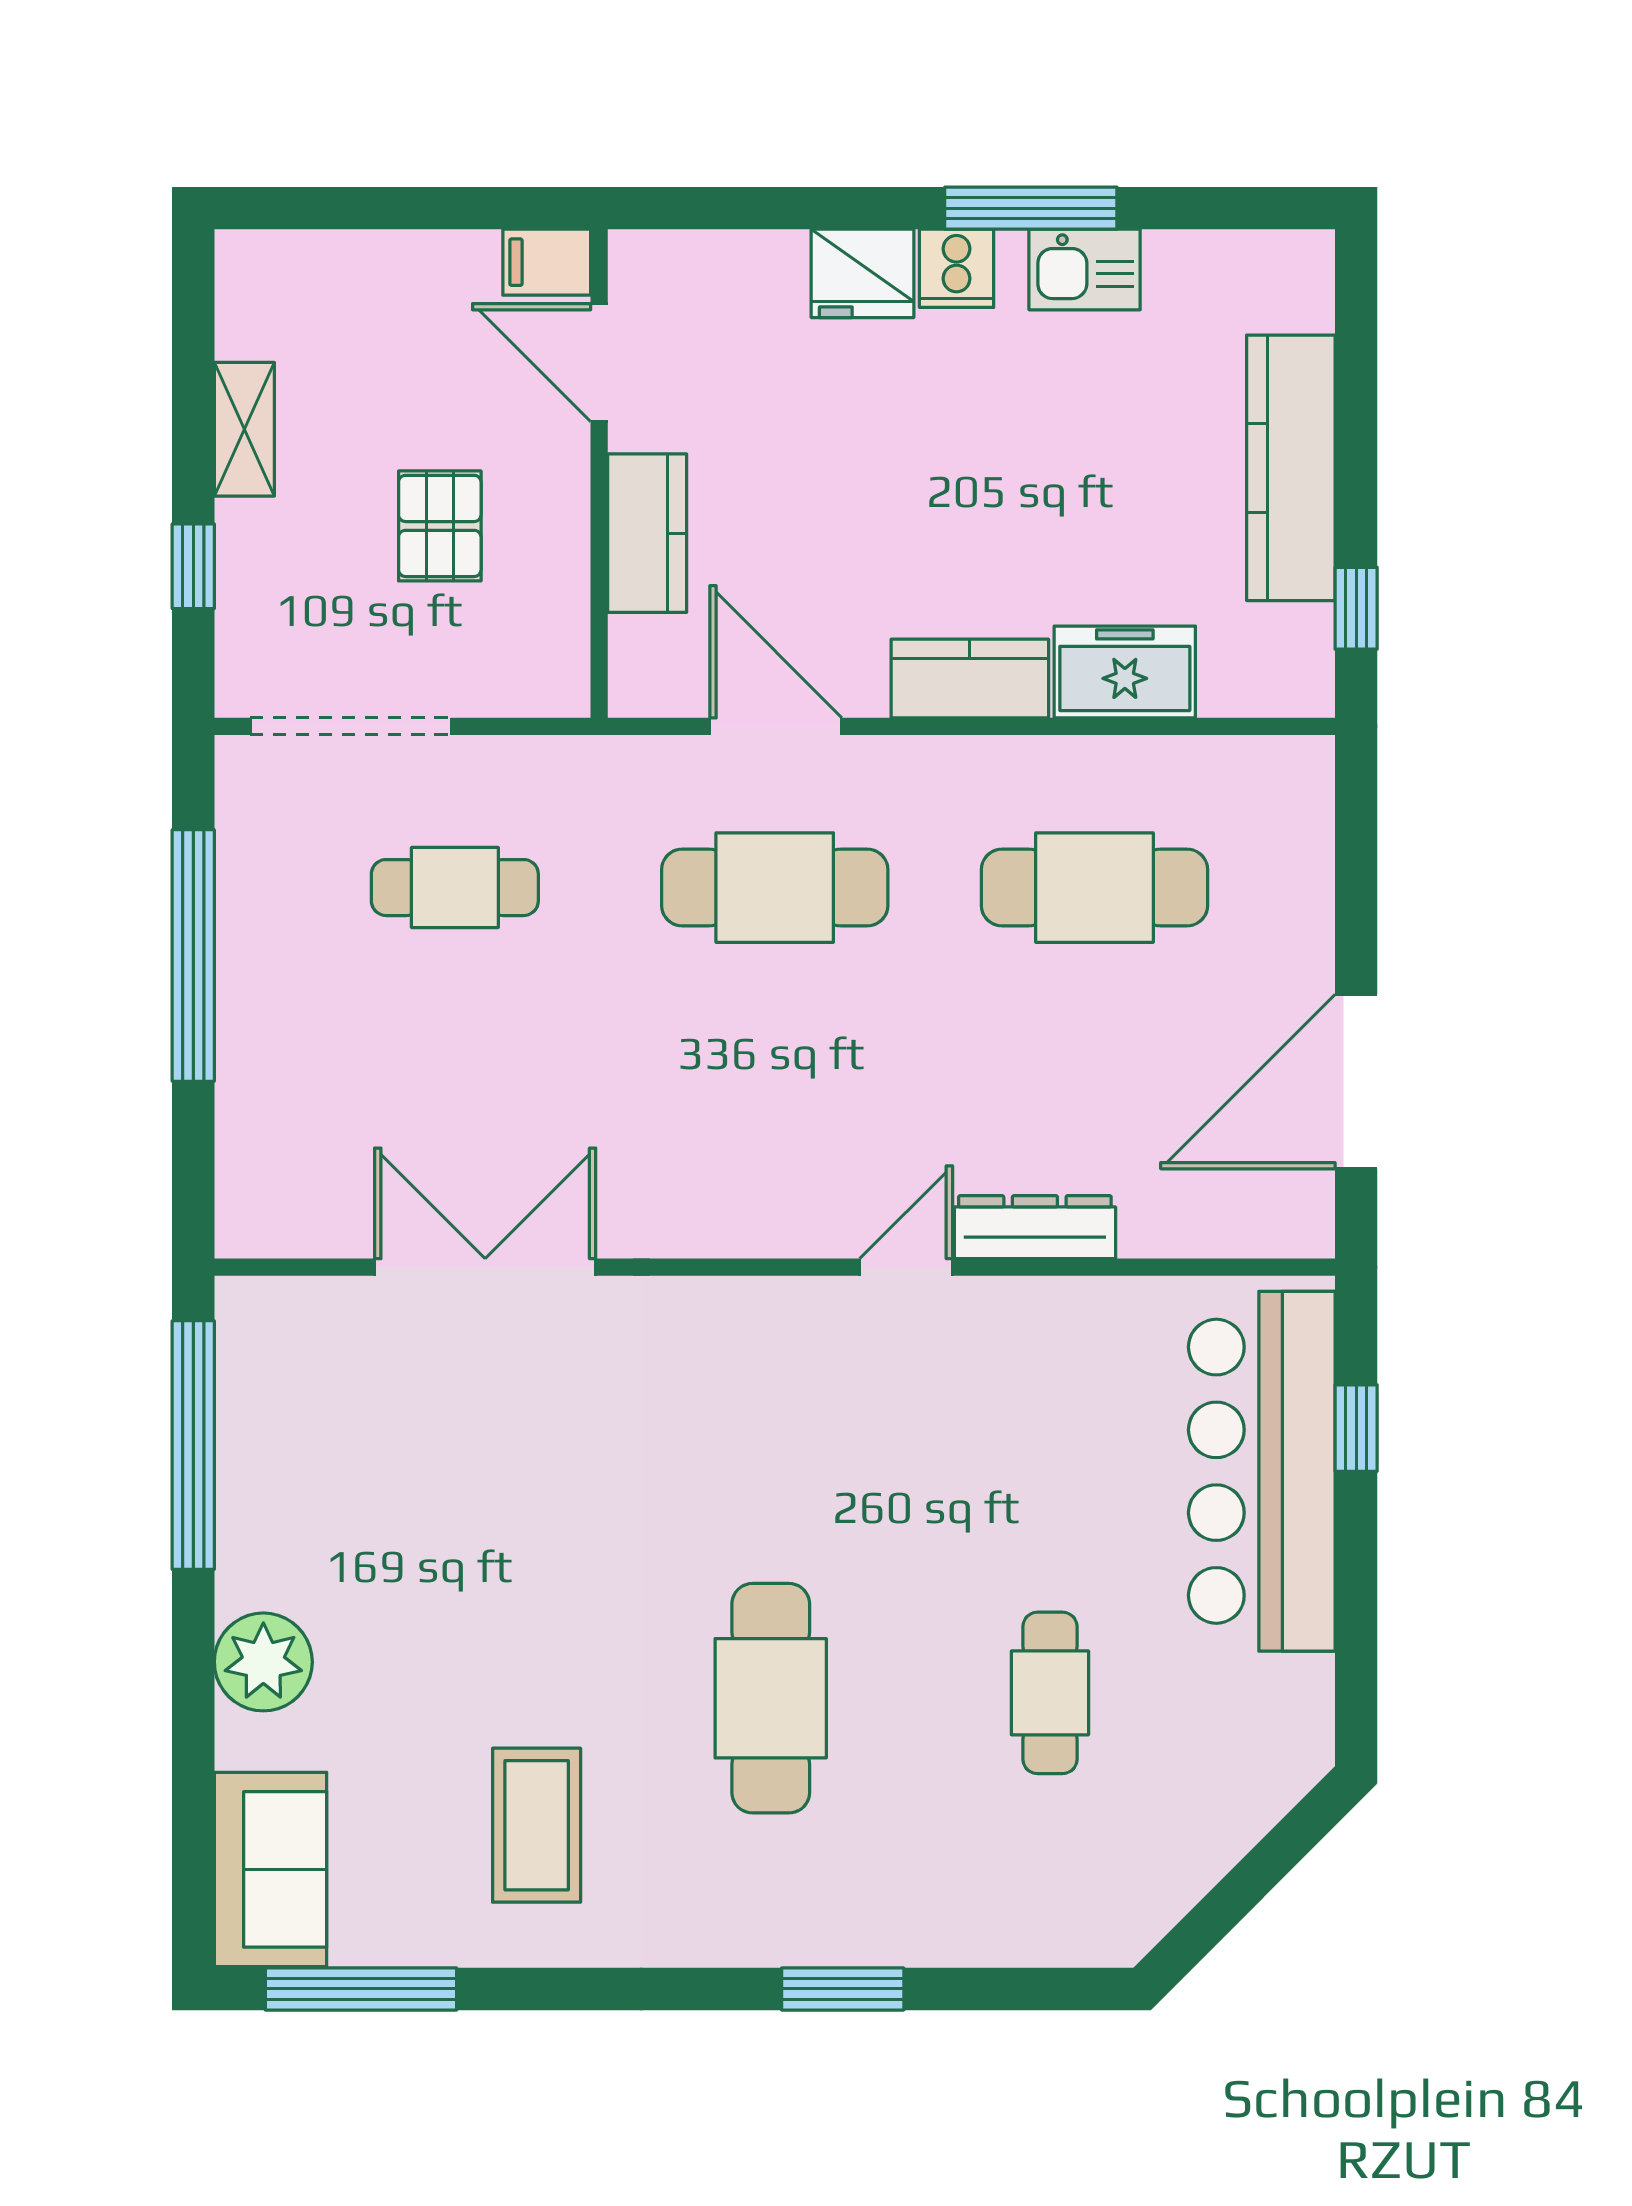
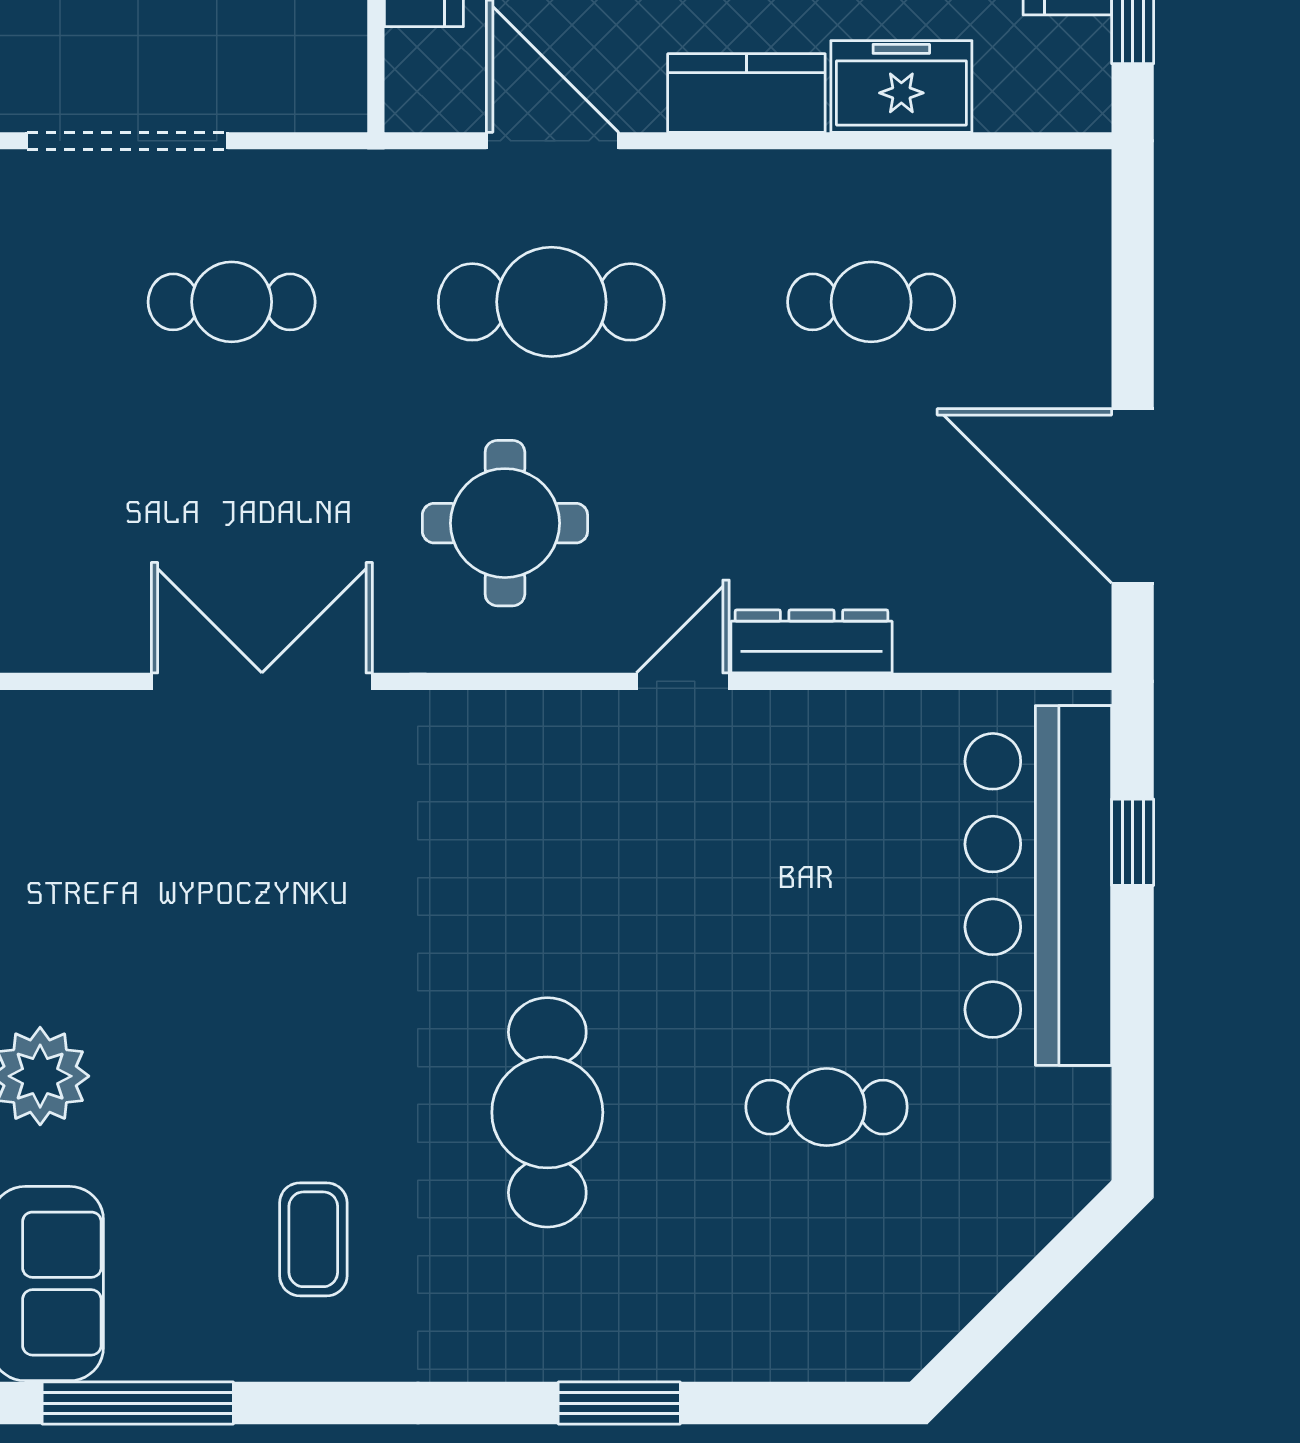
cafe table: (1095, 888) -> (871, 302), width x0.73, depth x0.74
door: (1356, 1082) -> (1133, 496), hinge flipped
round table: (728, 1109) -> (505, 523), added
cafe table: (1050, 1693) -> (827, 1107), turned 90
coffee table: (537, 1825) -> (313, 1239), width x0.73, depth x0.77

